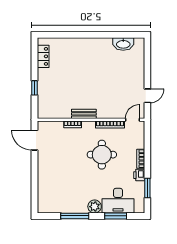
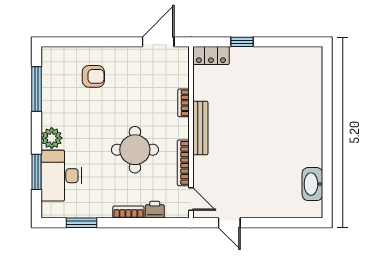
locker: (43, 56) -> (211, 56), moved
bench: (84, 114) -> (200, 128), width x1.36
printer: (139, 175) -> (155, 210), moved
armchair: (56, 181) -> (93, 76), added
window: (75, 216) -> (37, 89), moved

